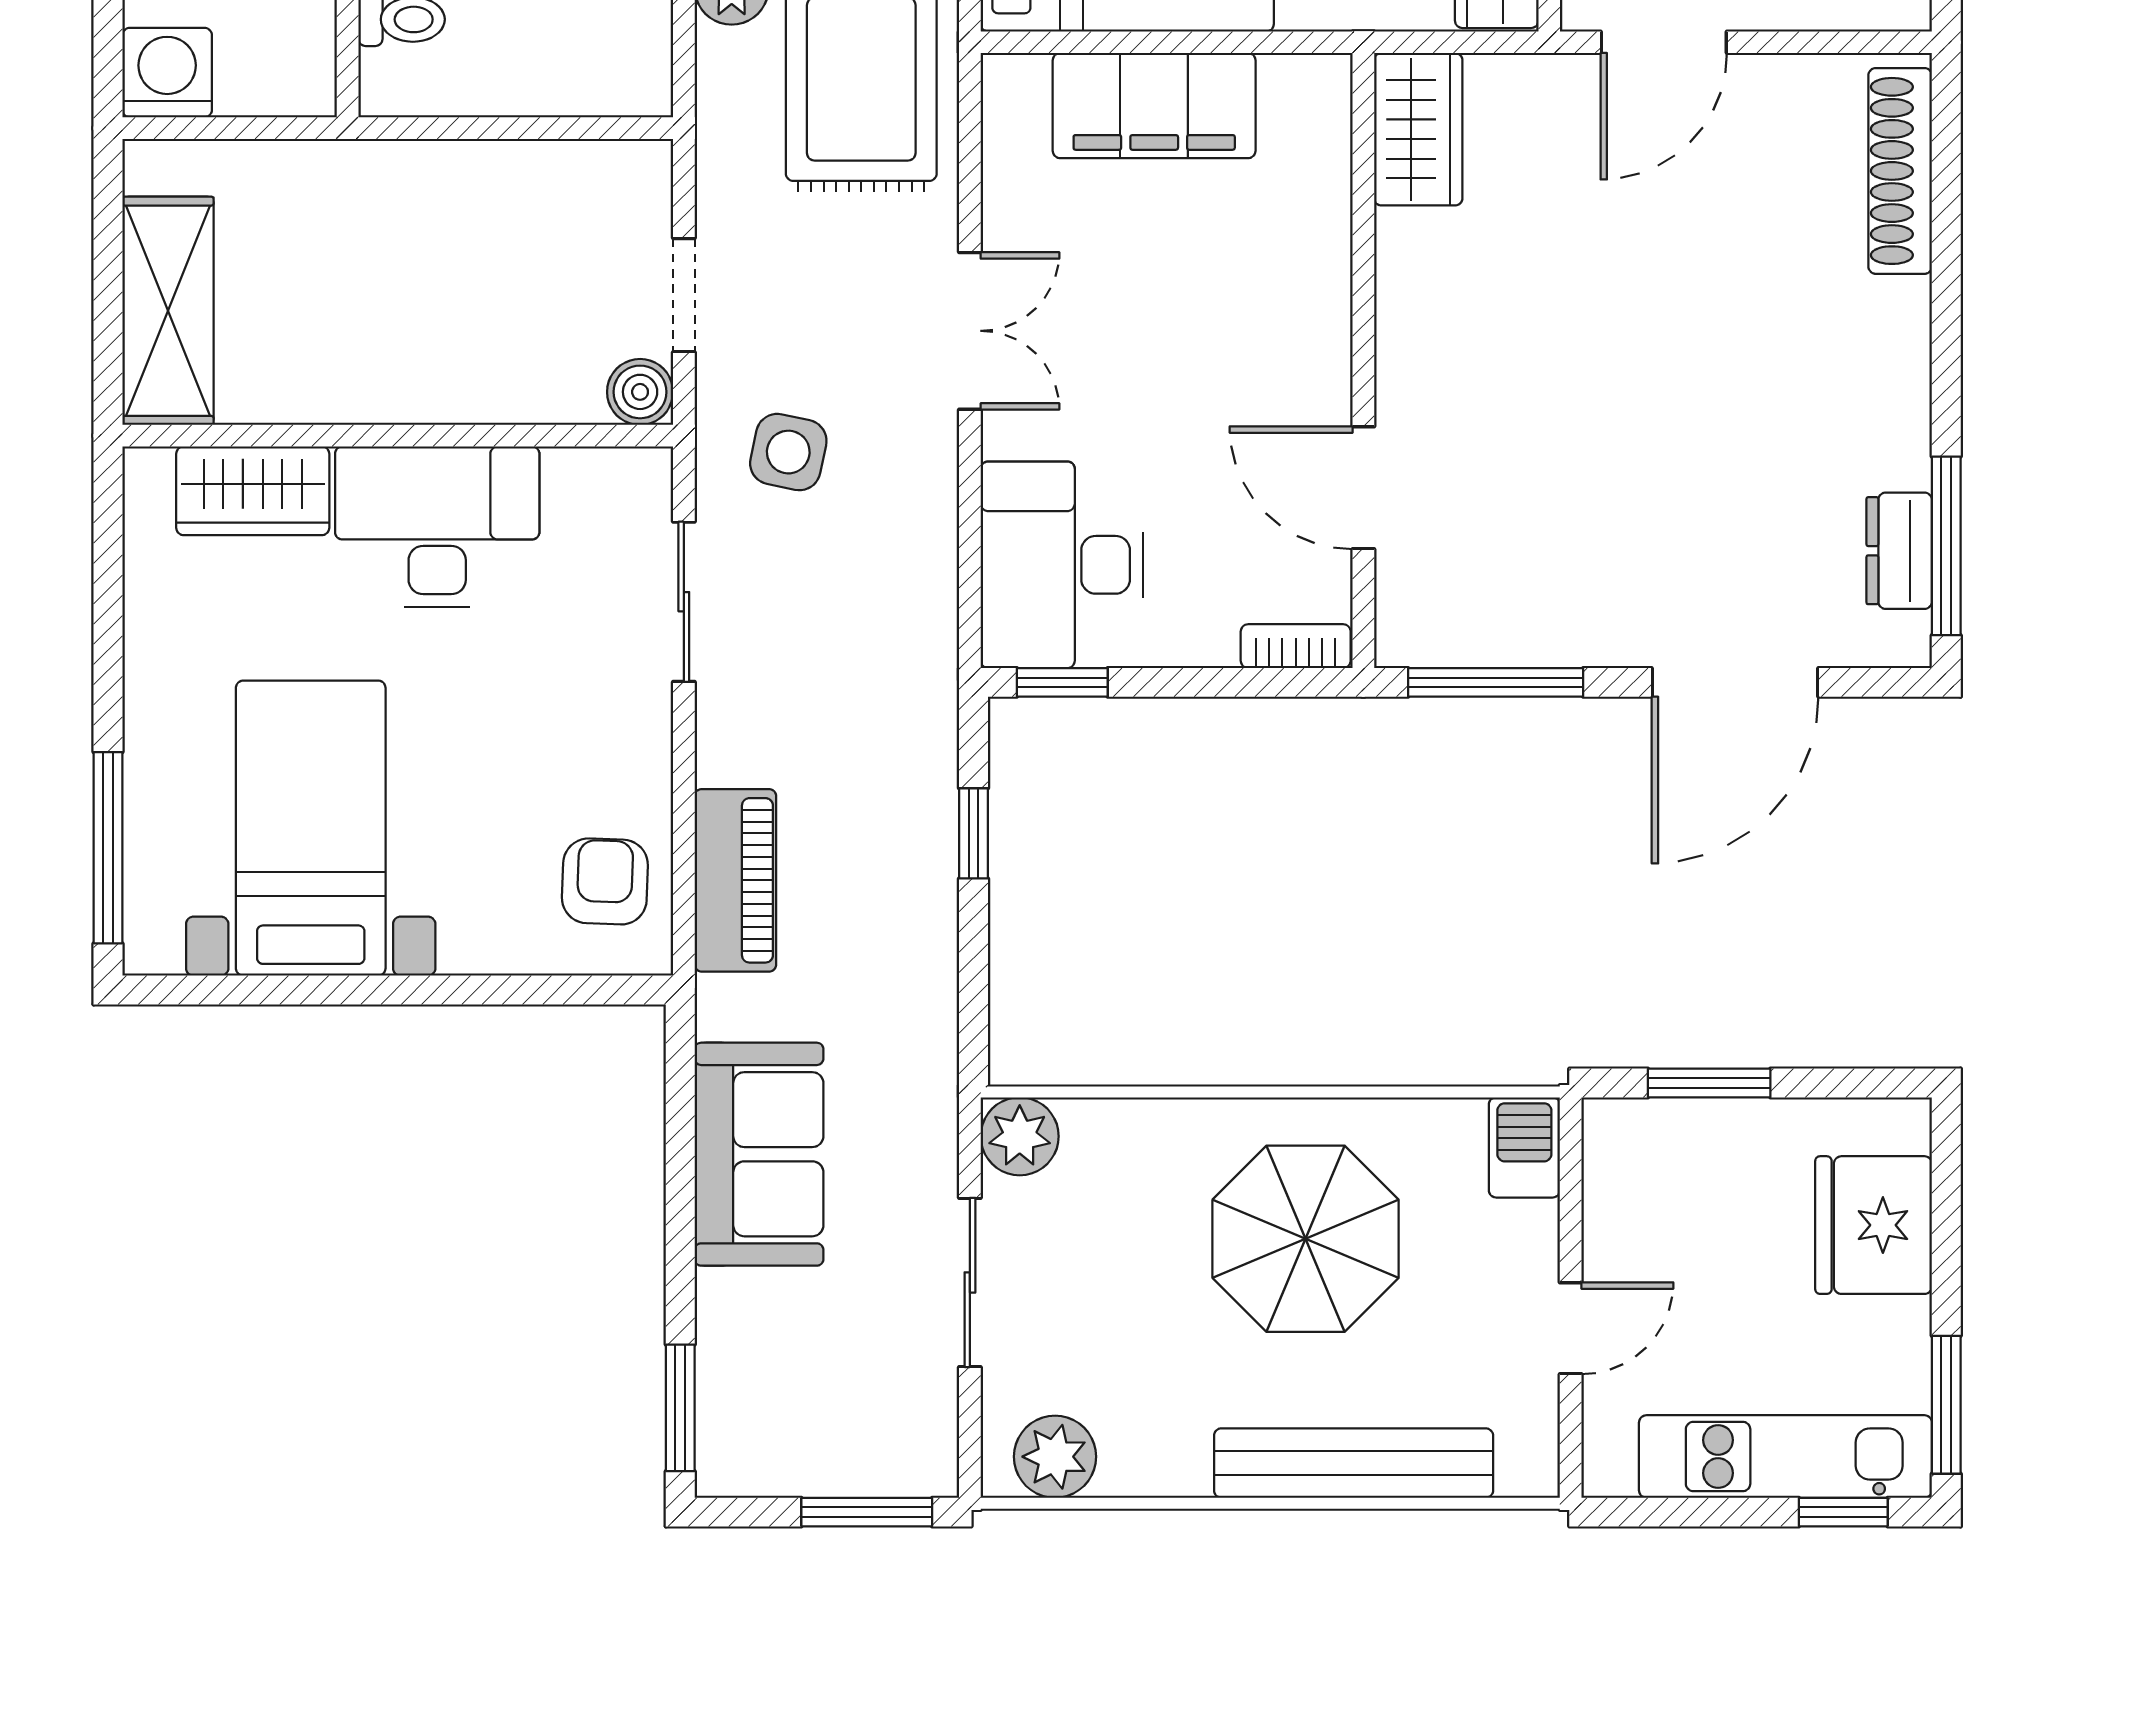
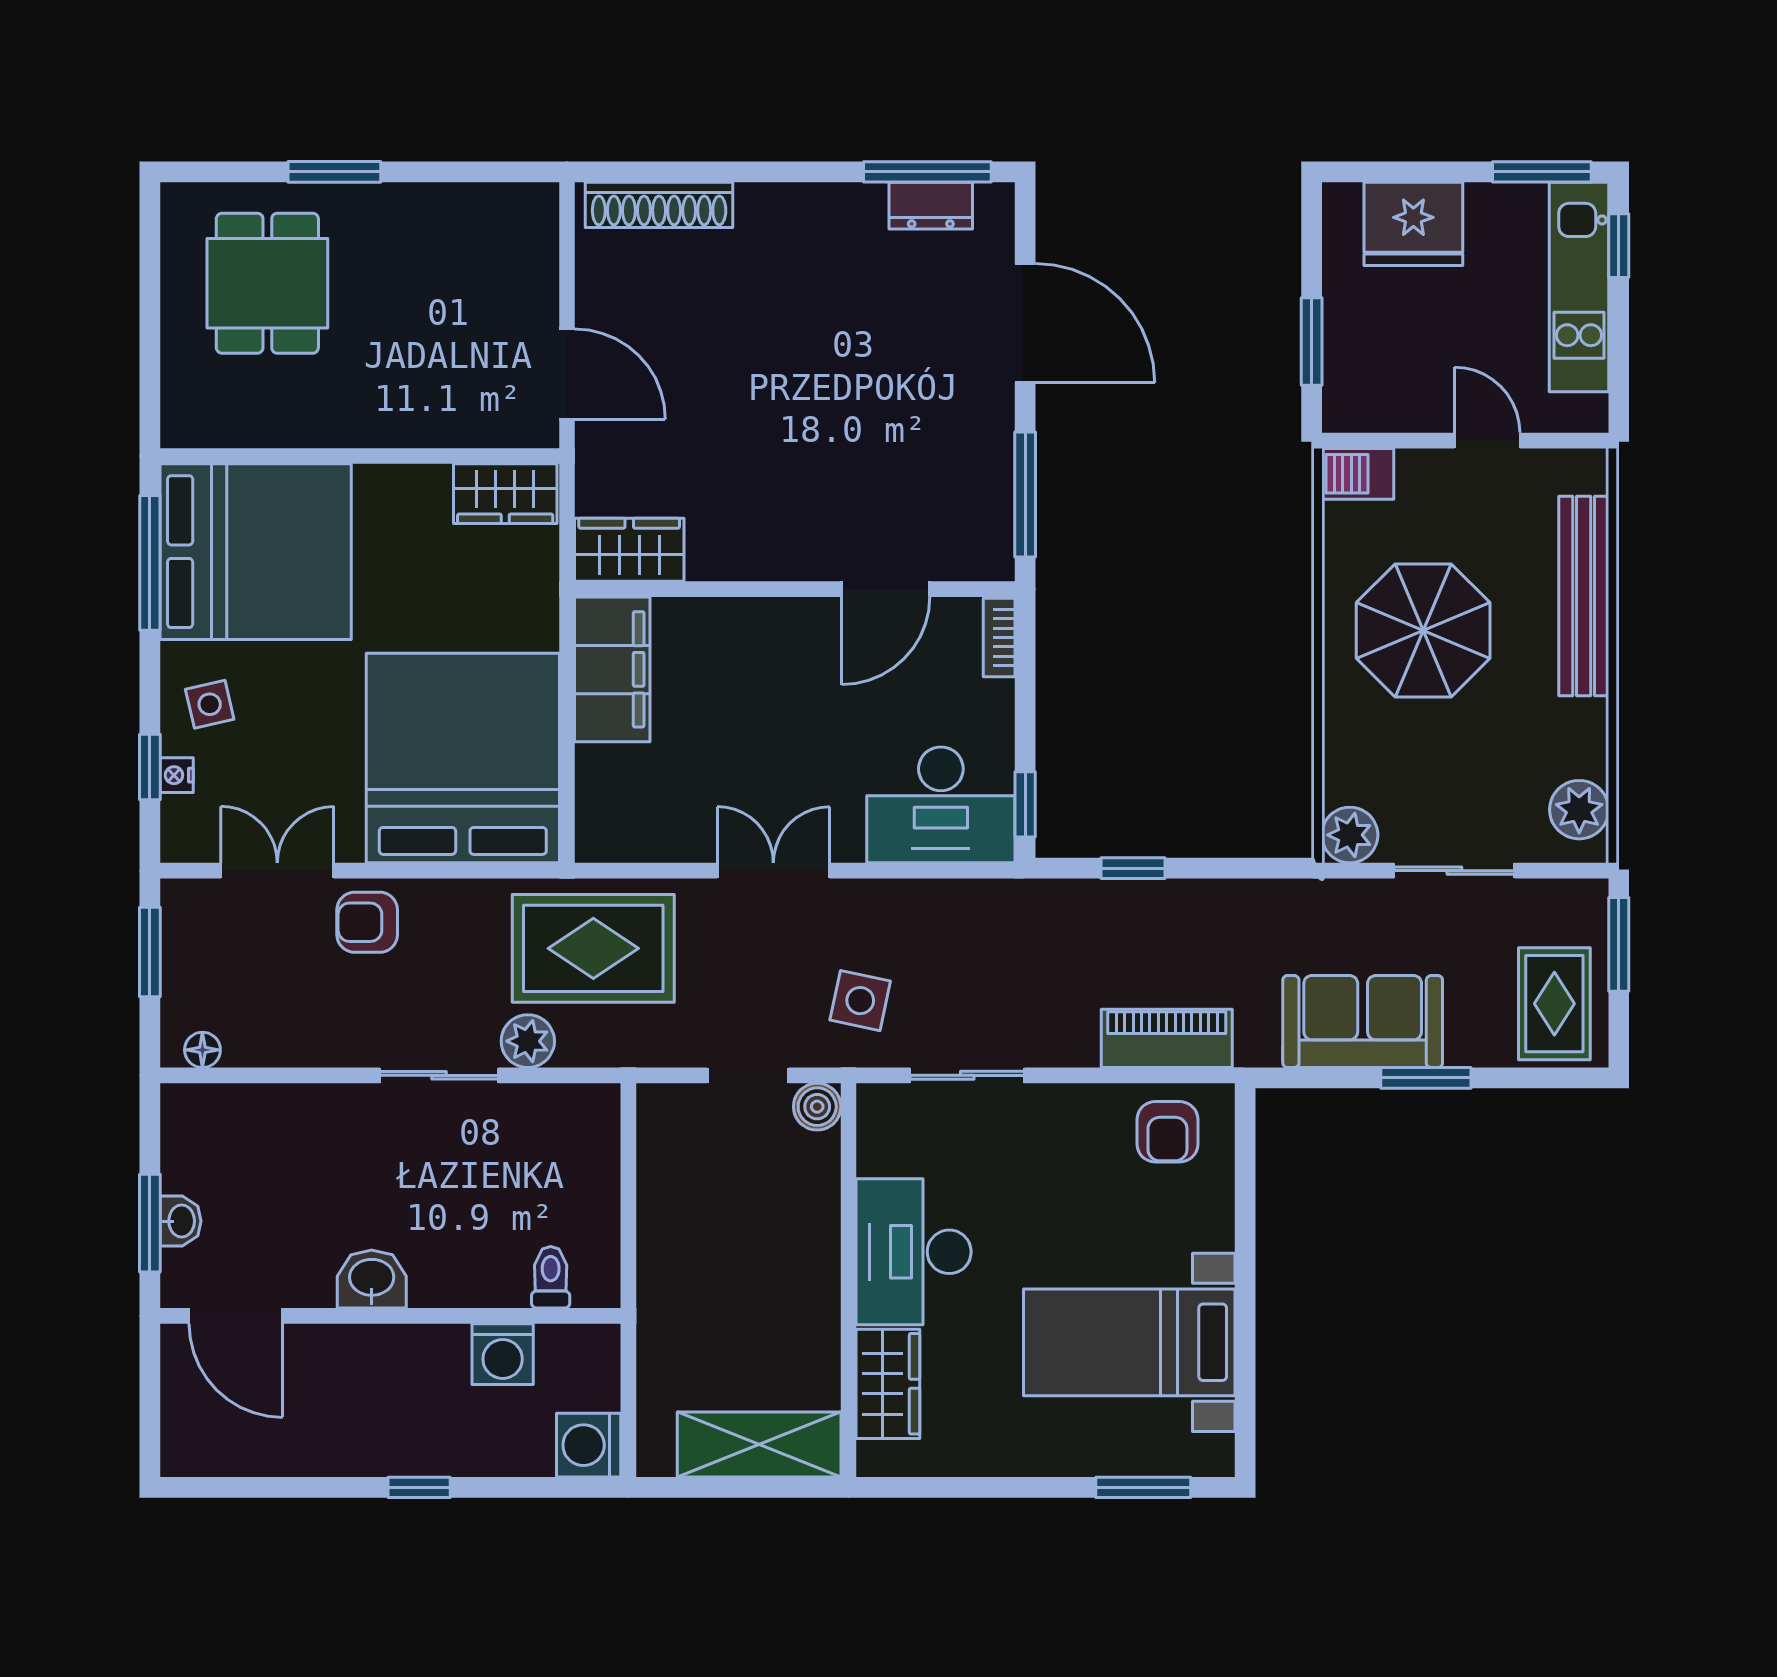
filing cabinet: (1154, 106) -> (612, 669), moved
window: (108, 848) -> (1143, 1487), width x0.69
armchair: (605, 881) -> (1167, 1132), turned -92
window: (680, 1408) -> (1426, 1078), moved
rug: (784, 1422) -> (1554, 1004), added

